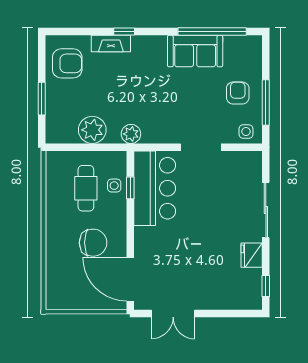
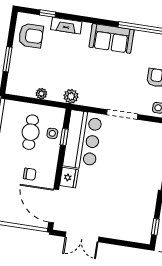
window: (124, 31) -> (47, 14), moved
sofa: (195, 51) -> (112, 38), moved
plant: (92, 130) -> (41, 94), width x0.53, depth x0.53
chair: (93, 243) -> (30, 174), width x0.54, depth x0.54
fridge: (252, 255) -> (69, 178), moved, turned 180

